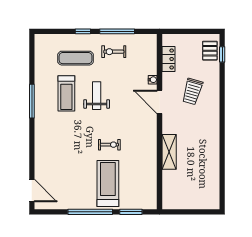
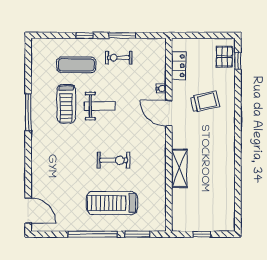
window: (117, 31) -> (122, 35), width x0.69
trolley: (192, 91) -> (205, 102), turned -119
weight bench: (97, 96) -> (100, 106), turned 90
exercise bike: (109, 145) -> (114, 160), width x1.38, depth x1.39
treadmill: (108, 184) -> (112, 203), turned -90
window: (189, 212) -> (202, 234), added

